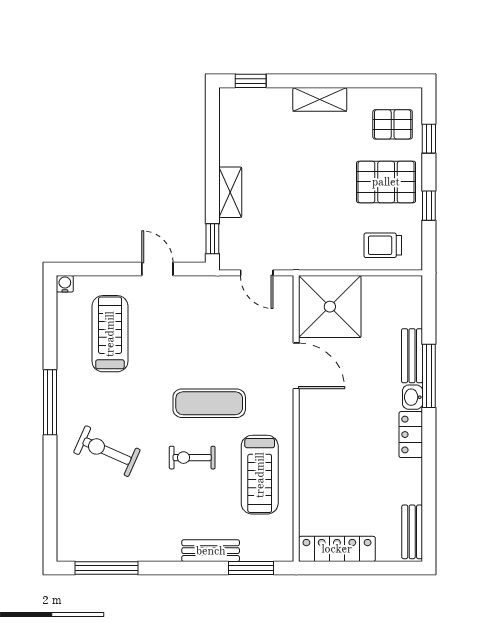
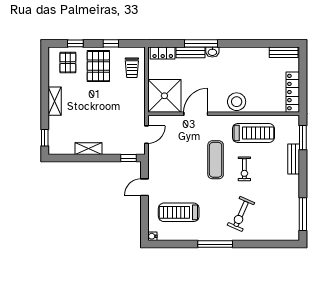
shelving: (230, 192) -> (88, 149), moved
locker: (411, 435) -> (163, 53), moved
stool: (319, 443) -> (237, 102), added

